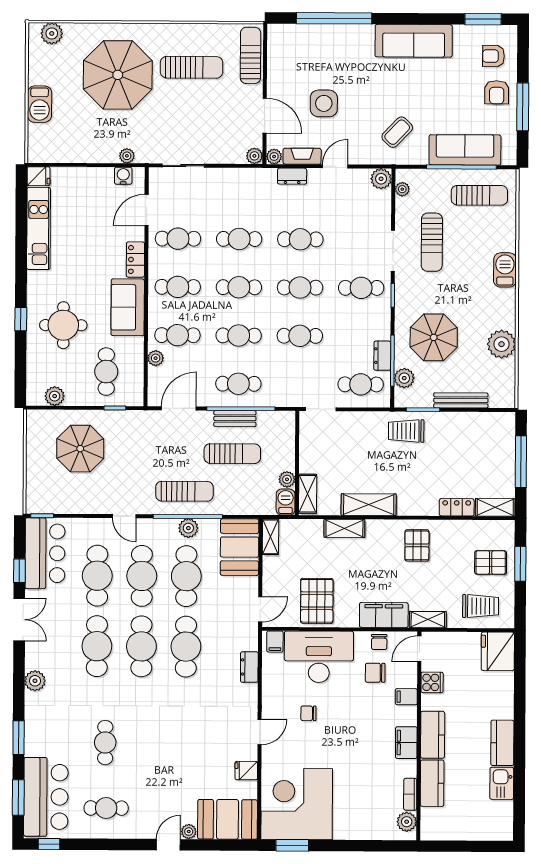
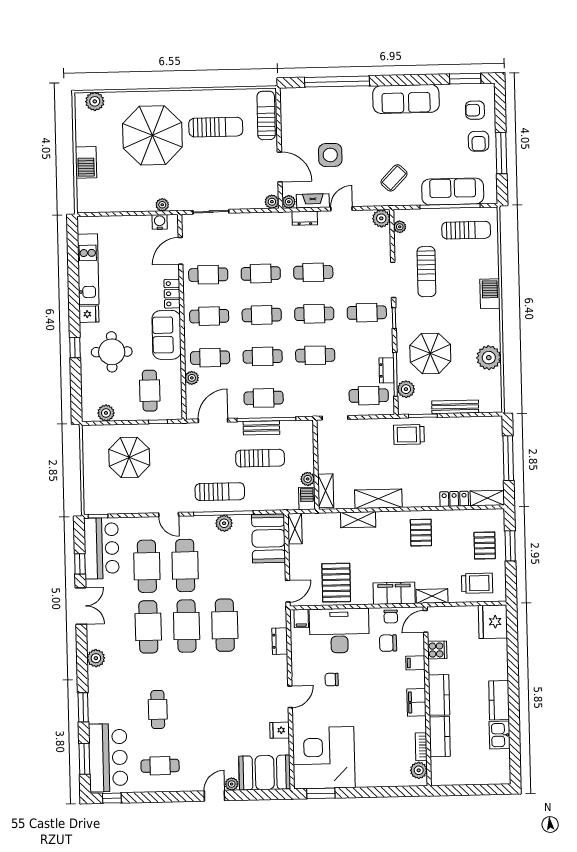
fridge: (39, 176) -> (89, 314), moved
pallet: (491, 562) -> (485, 546), turned 90
cafe table: (186, 576) -> (223, 565), removed

